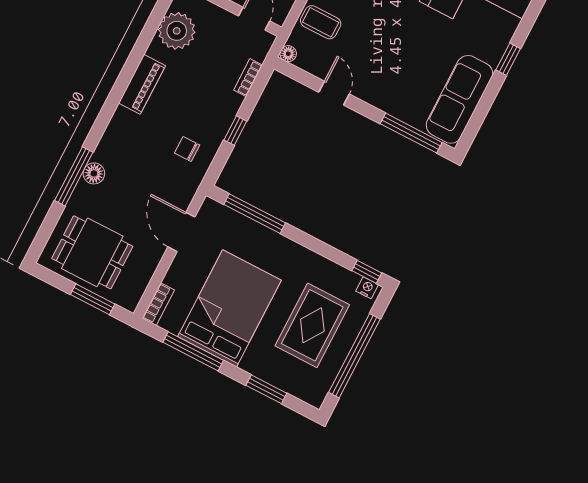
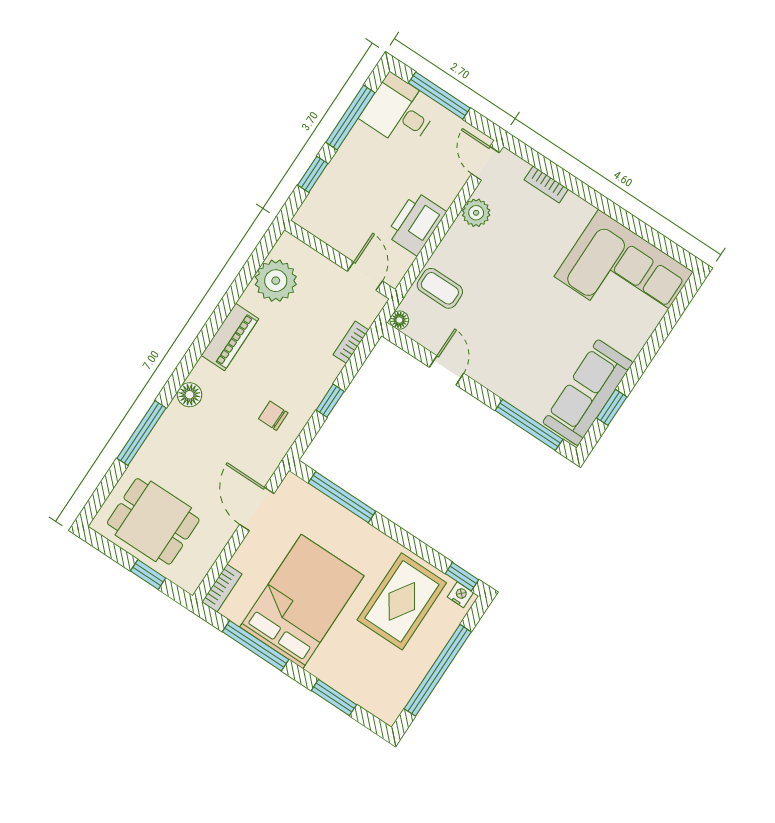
window: (508, 59) -> (612, 407), moved
floor lamp: (94, 173) -> (189, 395), moved
window: (93, 299) -> (148, 575), width x0.67
rug: (312, 325) -> (402, 601), moved

